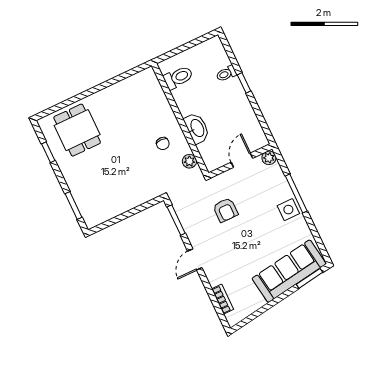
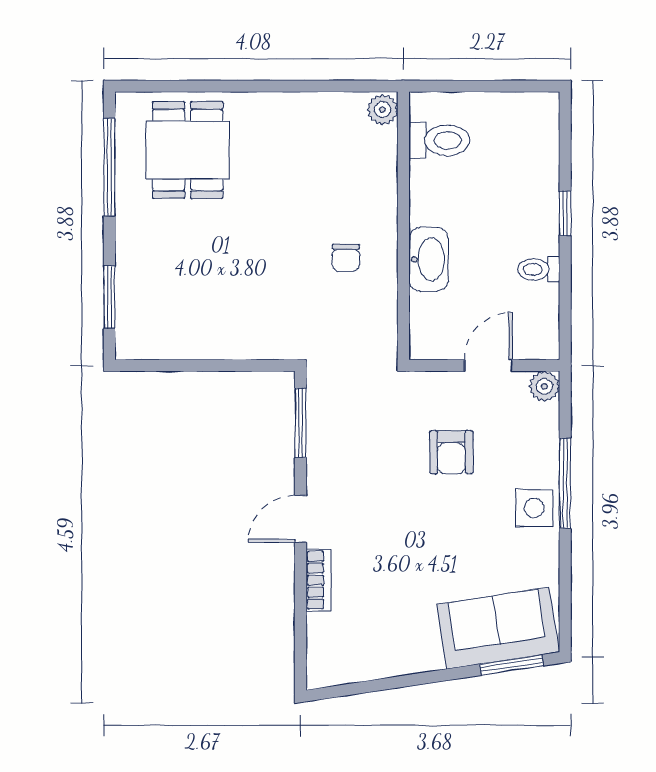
toilet: (226, 74) -> (539, 269), moved
window: (48, 152) -> (109, 167), width x2.17
plant: (189, 161) -> (382, 110), moved
armchair: (225, 210) -> (451, 452), moved
sofa: (289, 271) -> (498, 628), width x0.73
bookcase: (223, 299) -> (318, 580), moved

